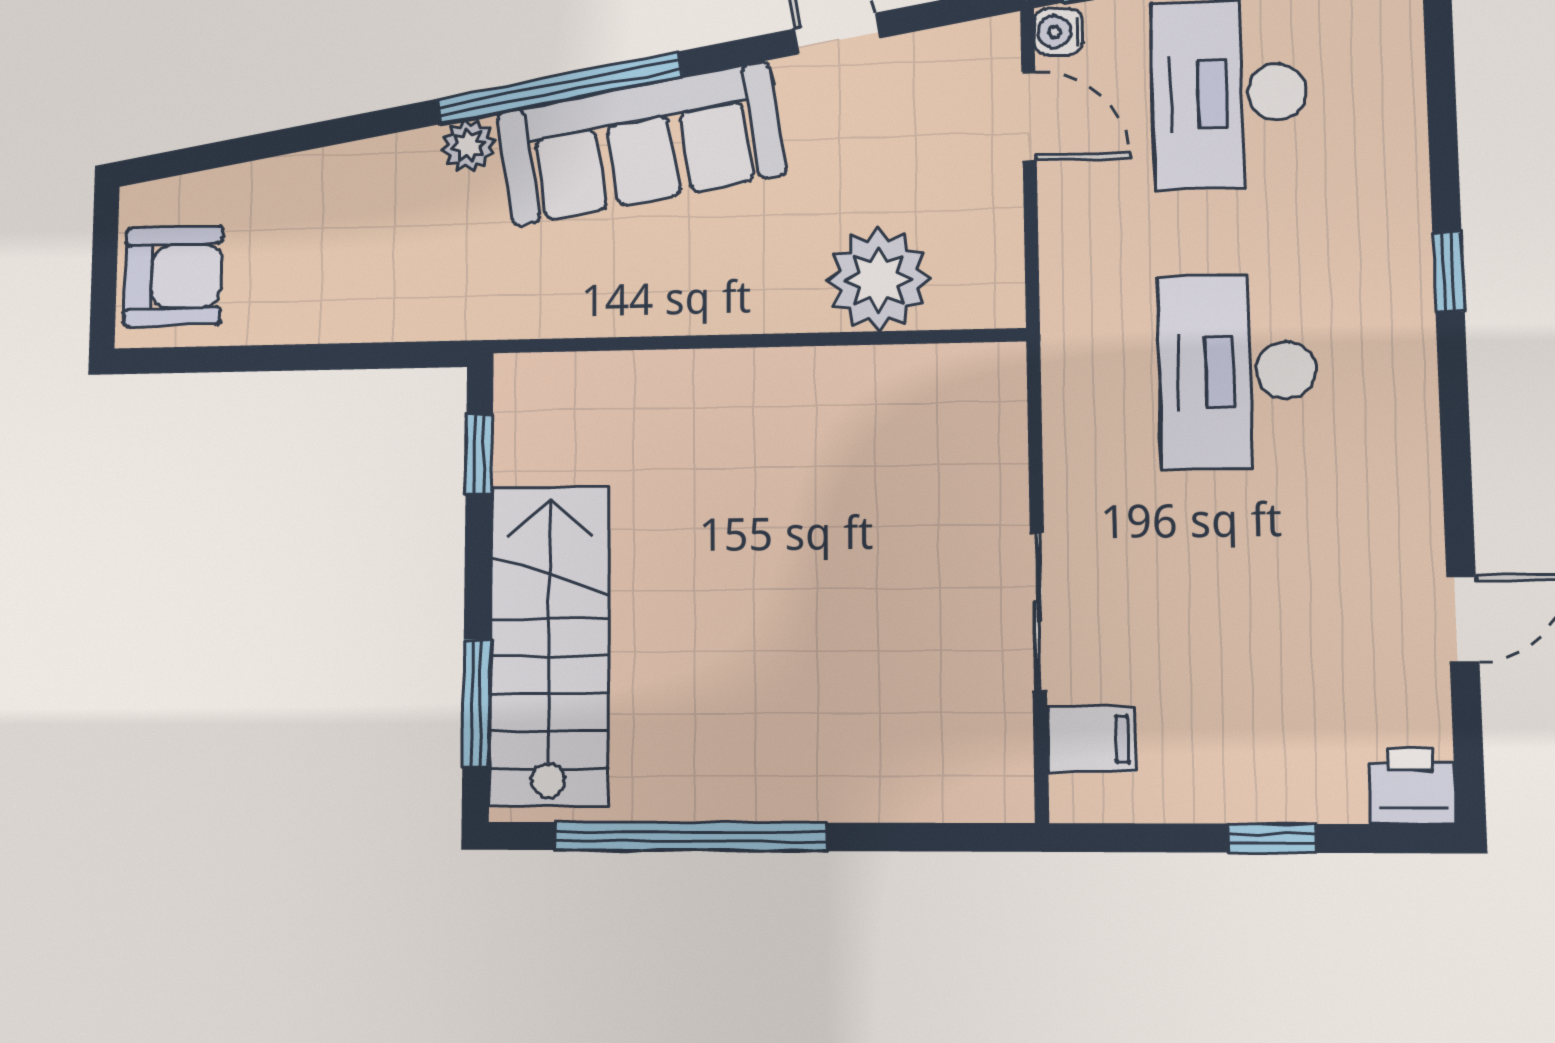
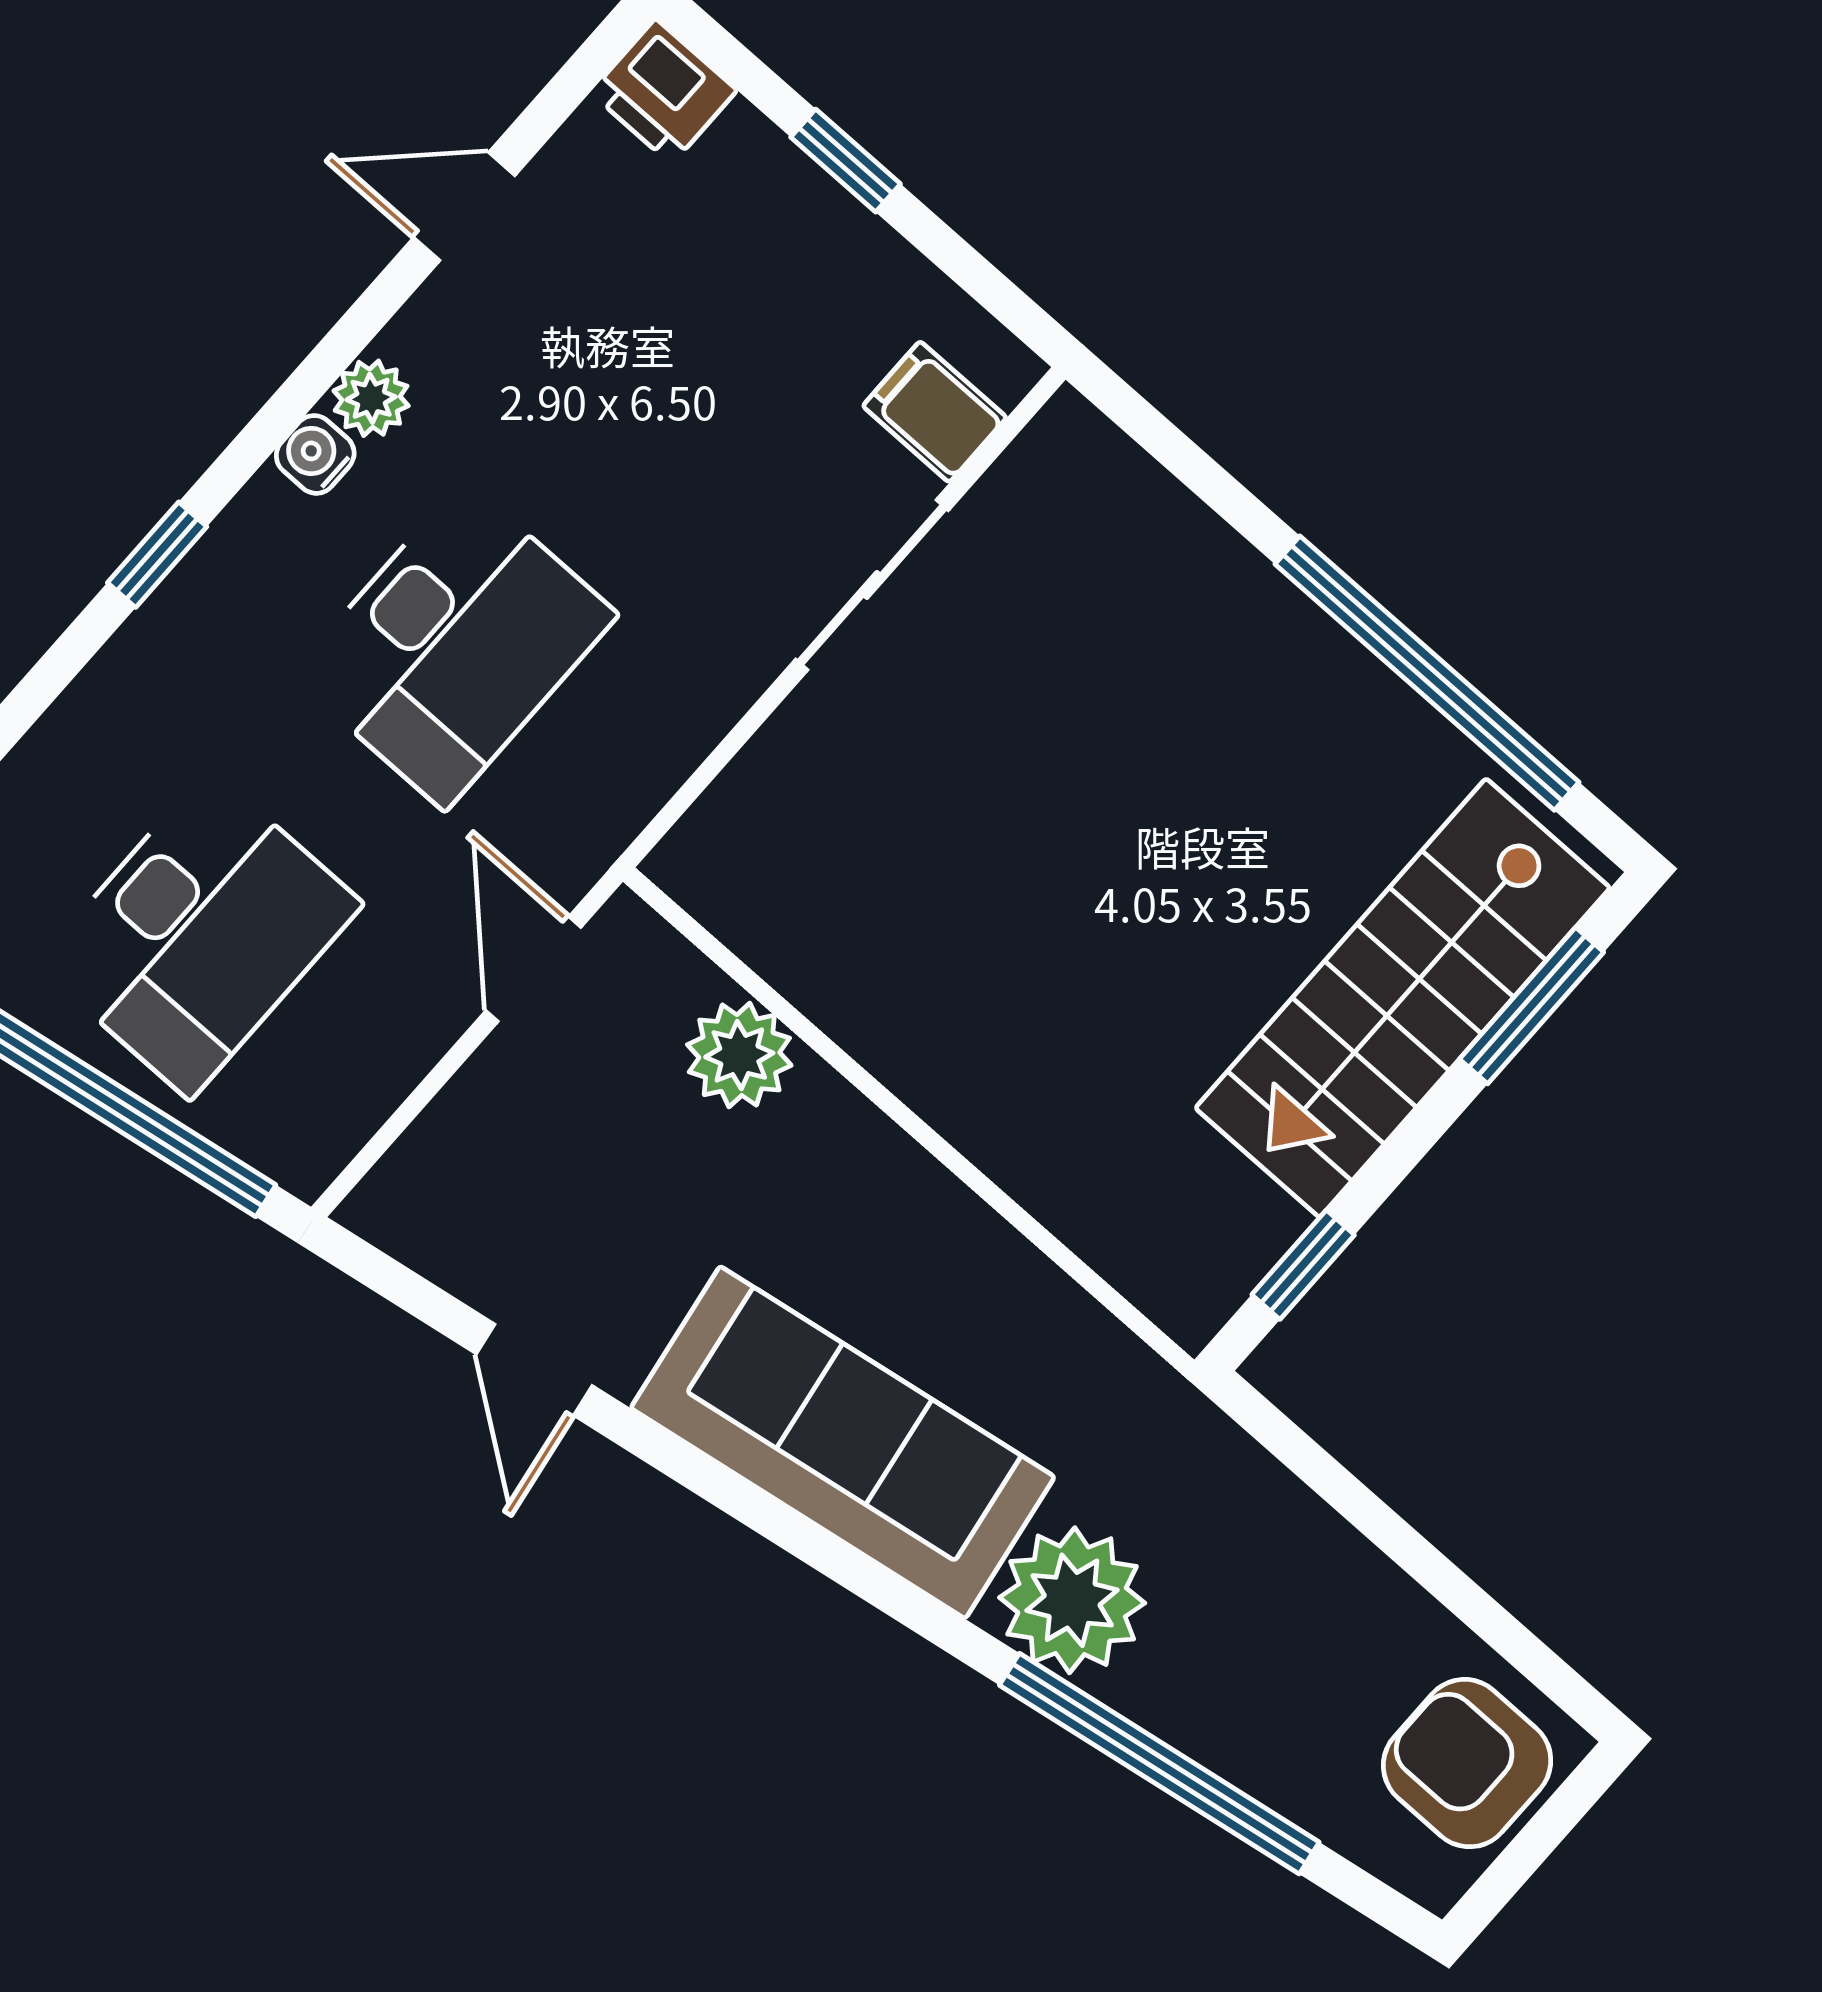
water cooler: (1058, 32) -> (315, 454), moved, turned 180
window: (559, 88) -> (1159, 1764), moved
door: (1029, 116) -> (533, 969), moved
plant: (469, 146) -> (1072, 1600), width x1.87, depth x1.87
plant: (878, 280) -> (739, 1055), width x0.73, depth x0.73
plant: (1412, 464) -> (371, 398), added

